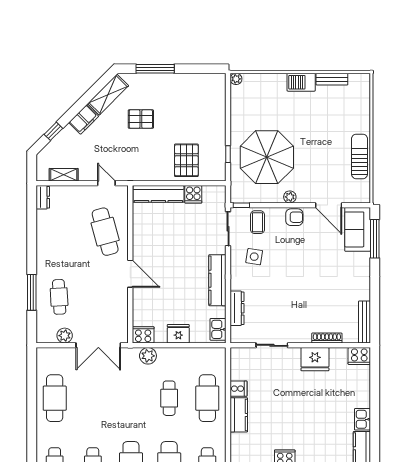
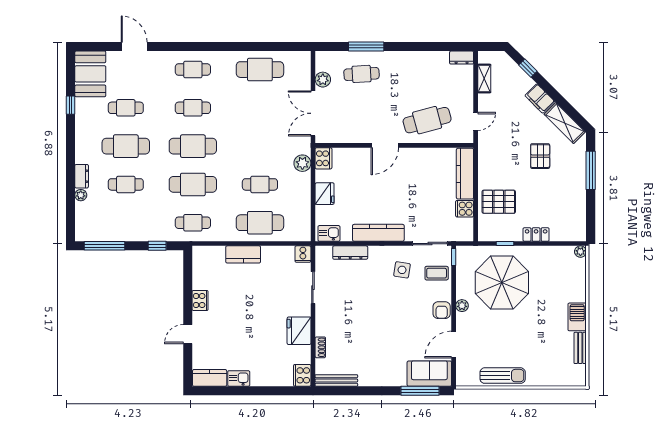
locker: (219, 123) -> (536, 235), added
shoe rack: (327, 338) -> (320, 347), width x0.70
cooker: (238, 389) -> (303, 254), moved

